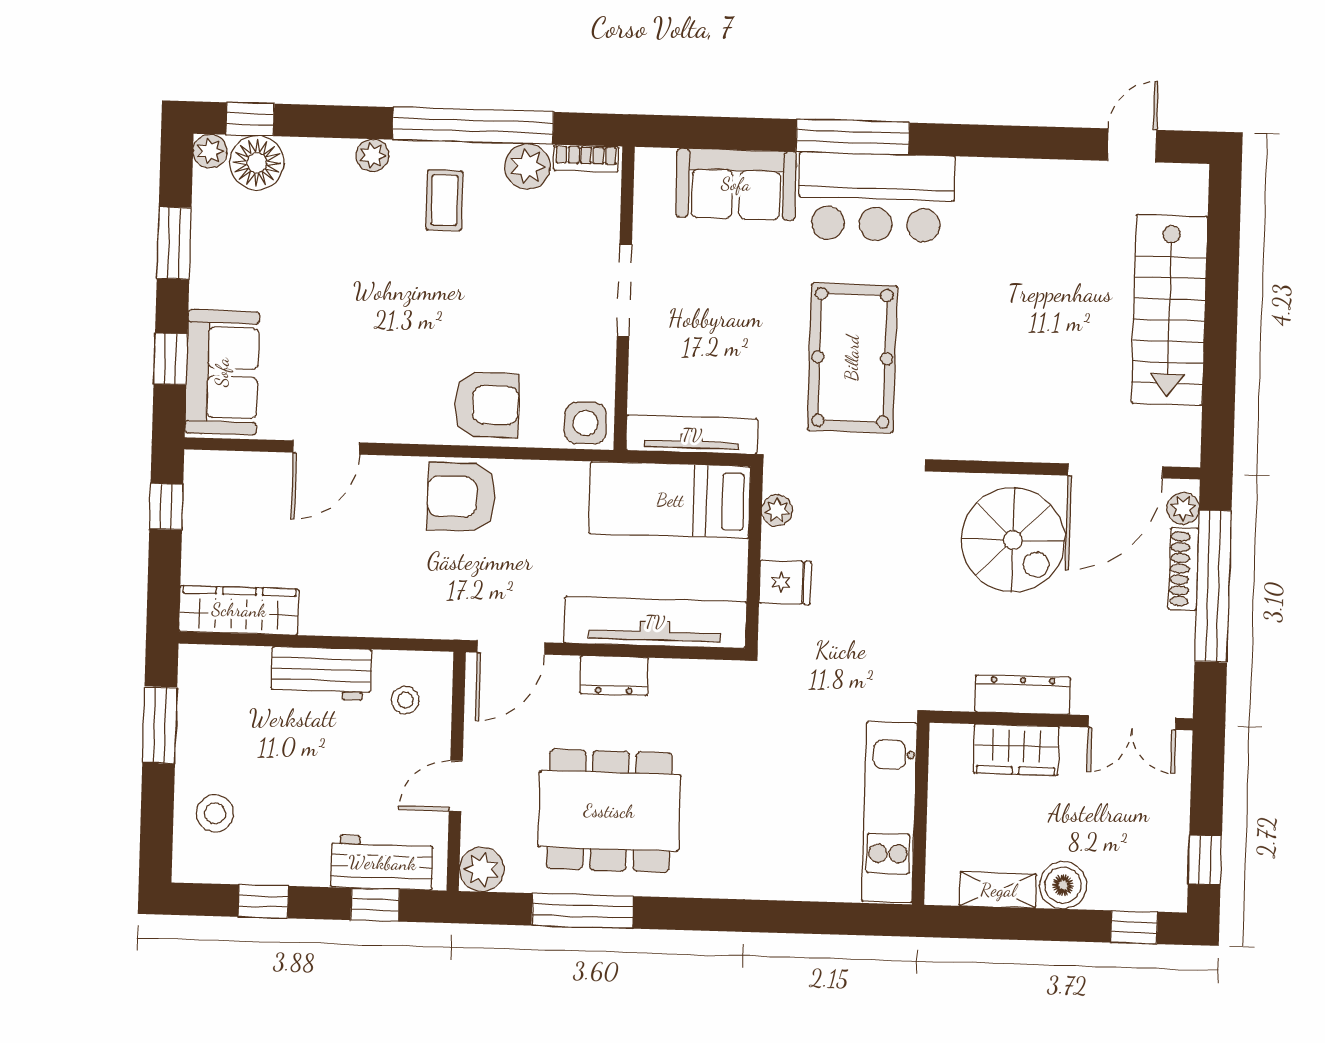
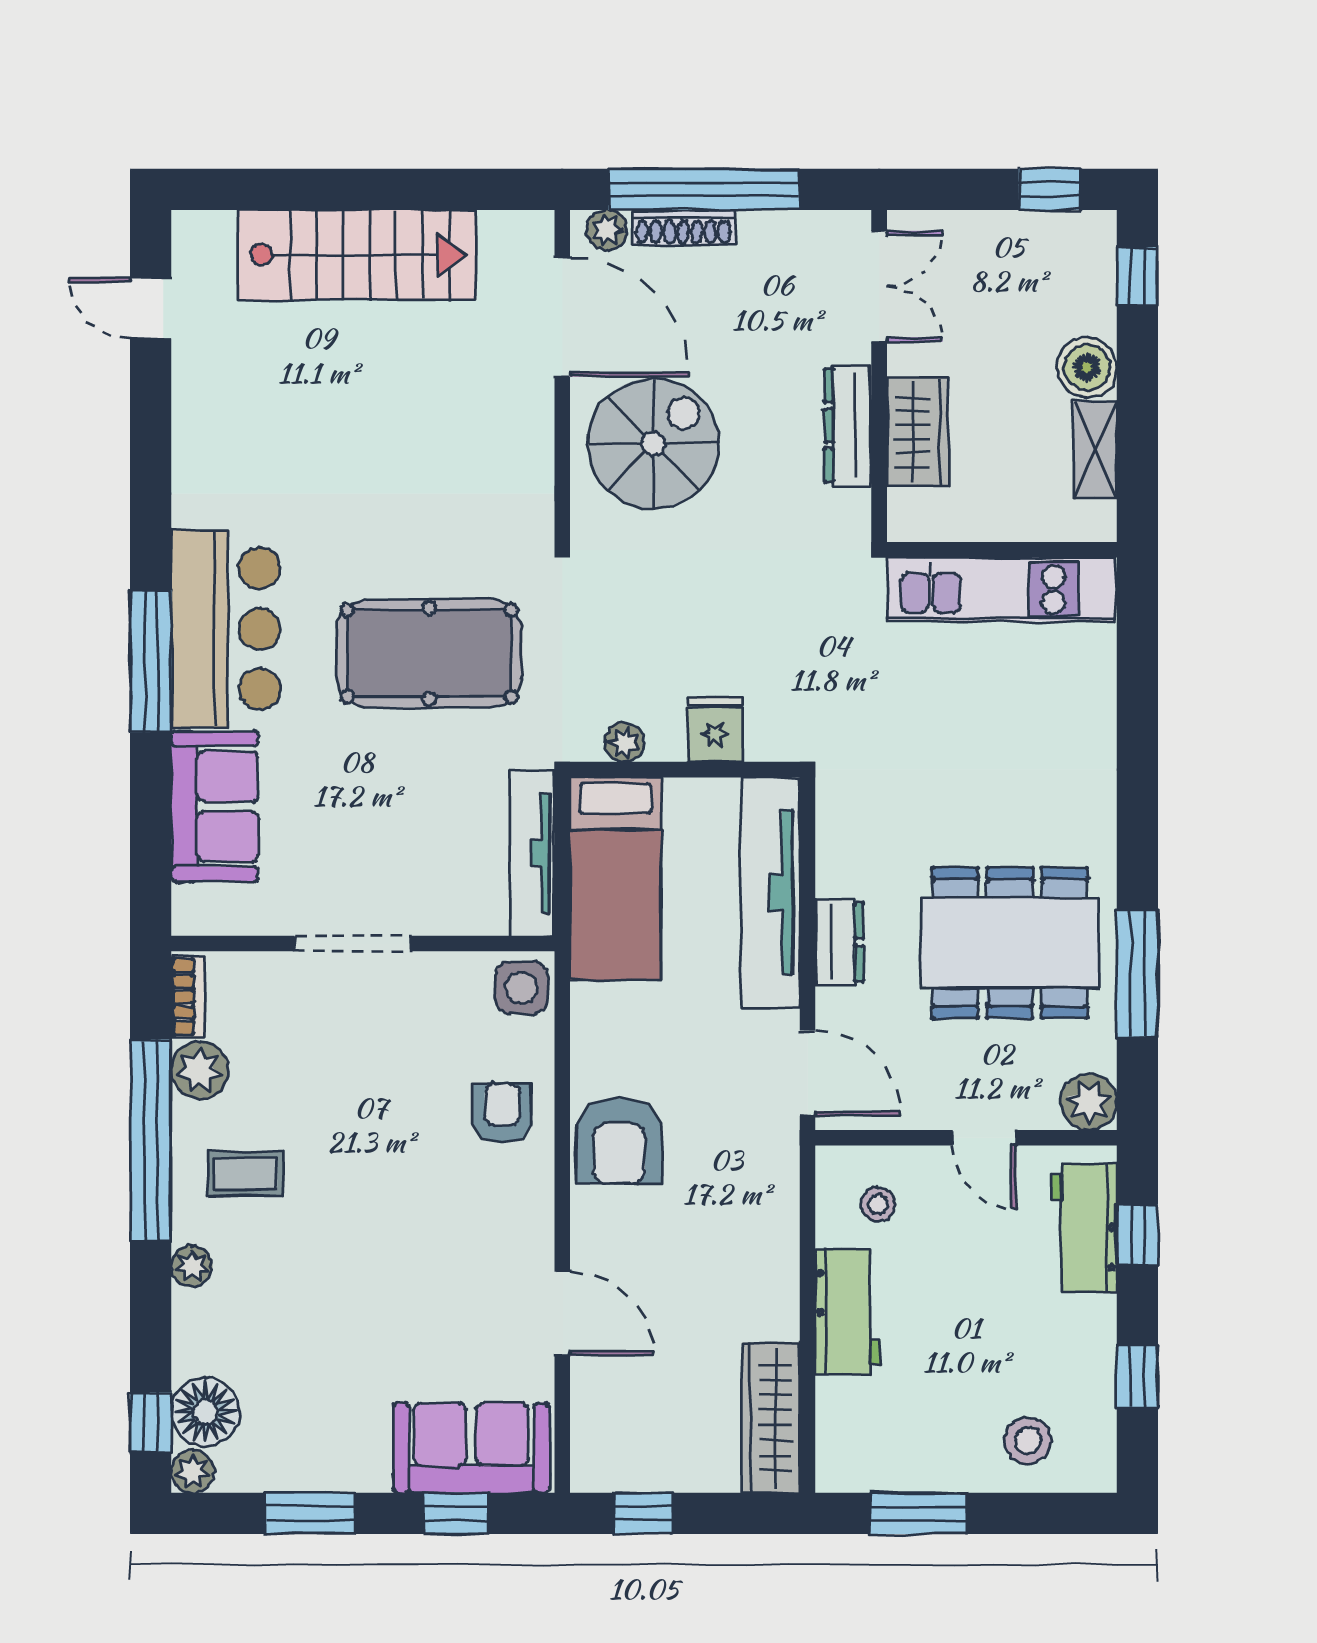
armchair: (487, 405) -> (502, 1113), width x0.72, depth x0.72
dining table: (609, 811) -> (1010, 943), turned 90

